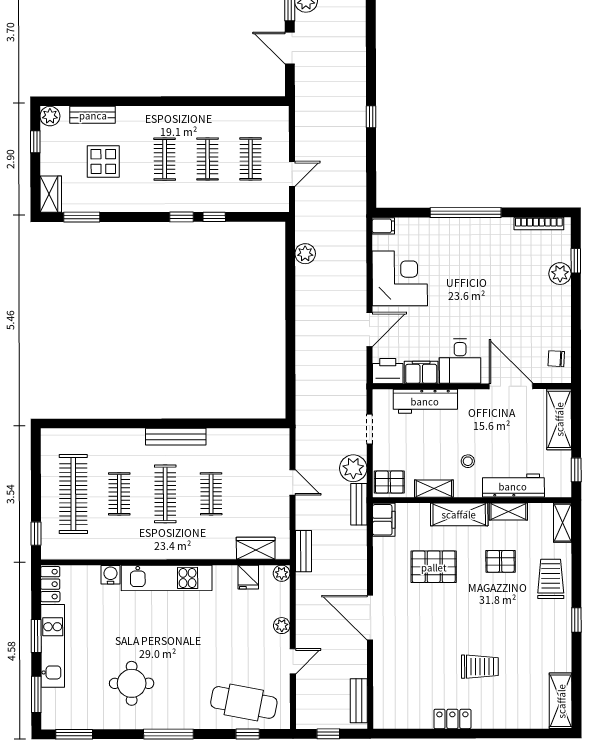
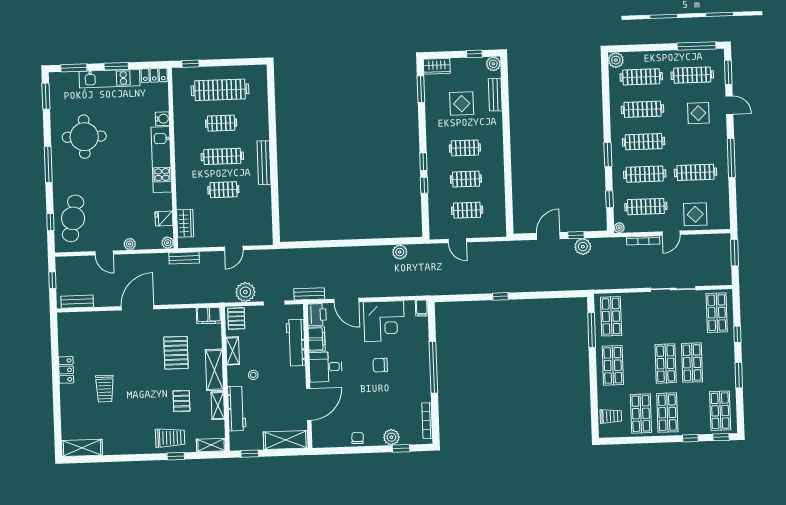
chair: (460, 286) -> (380, 365), added
chair: (556, 359) -> (358, 438), moved
bench: (359, 504) -> (309, 294), moved
window: (576, 620) -> (176, 456), moved
round table: (132, 683) -> (84, 137), width x1.36, depth x1.36

